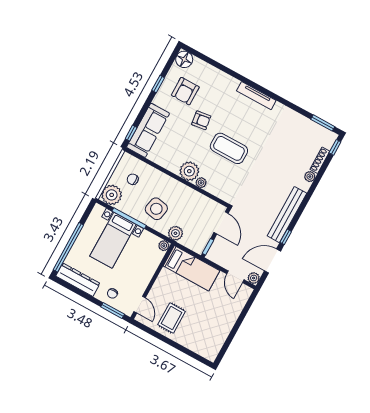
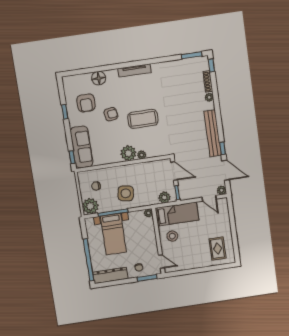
floor lamp: (184, 59) -> (99, 78), moved
plant: (175, 233) -> (164, 197), moved
door: (272, 261) -> (226, 170), swing flipped
stool: (170, 287) -> (172, 236), added
rug: (172, 318) -> (218, 249), moved

